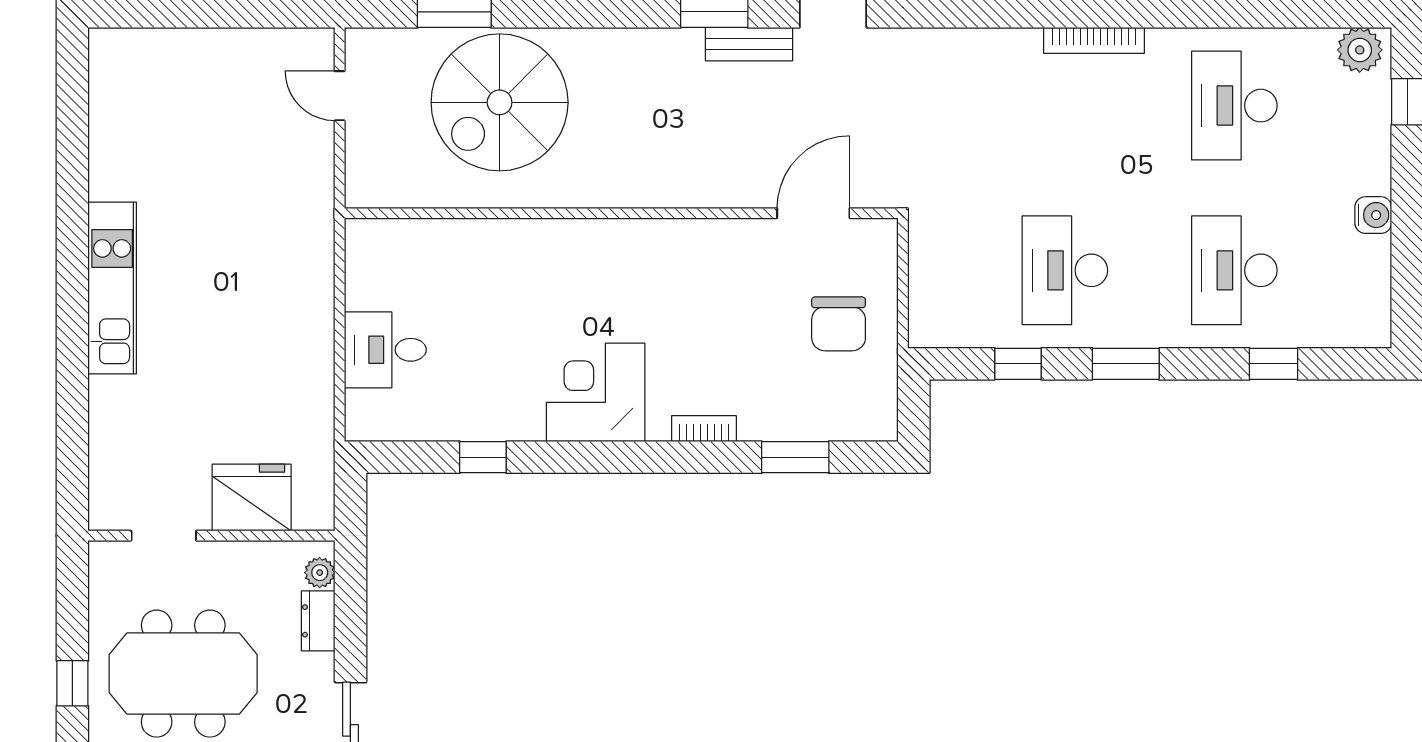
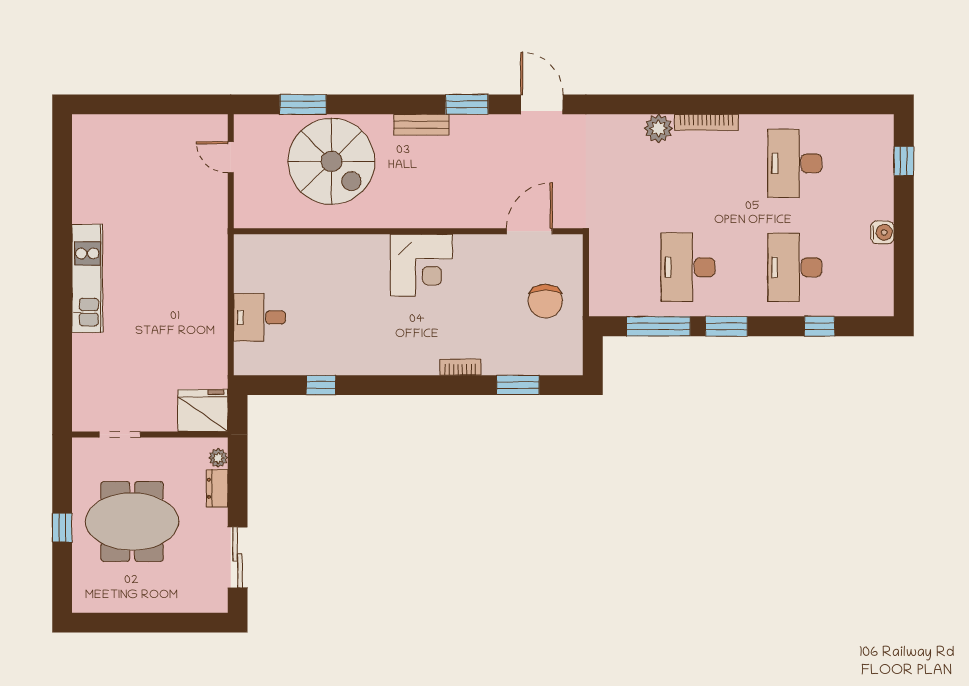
bench: (749, 44) -> (421, 125), moved
plant: (1360, 50) -> (658, 128), moved
spiral stairs: (500, 102) -> (332, 161), turned -90
window: (1018, 364) -> (658, 326), width x2.17
corner desk: (596, 392) -> (421, 265), moved, turned 180
fridge: (252, 498) -> (203, 411), moved

